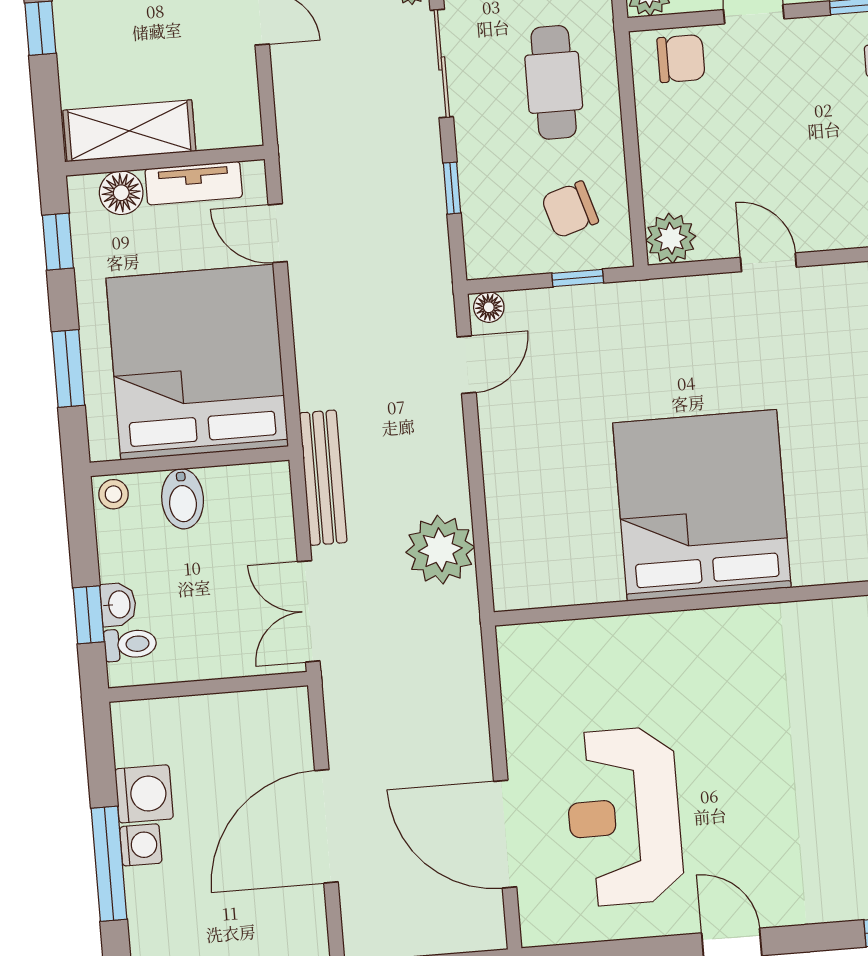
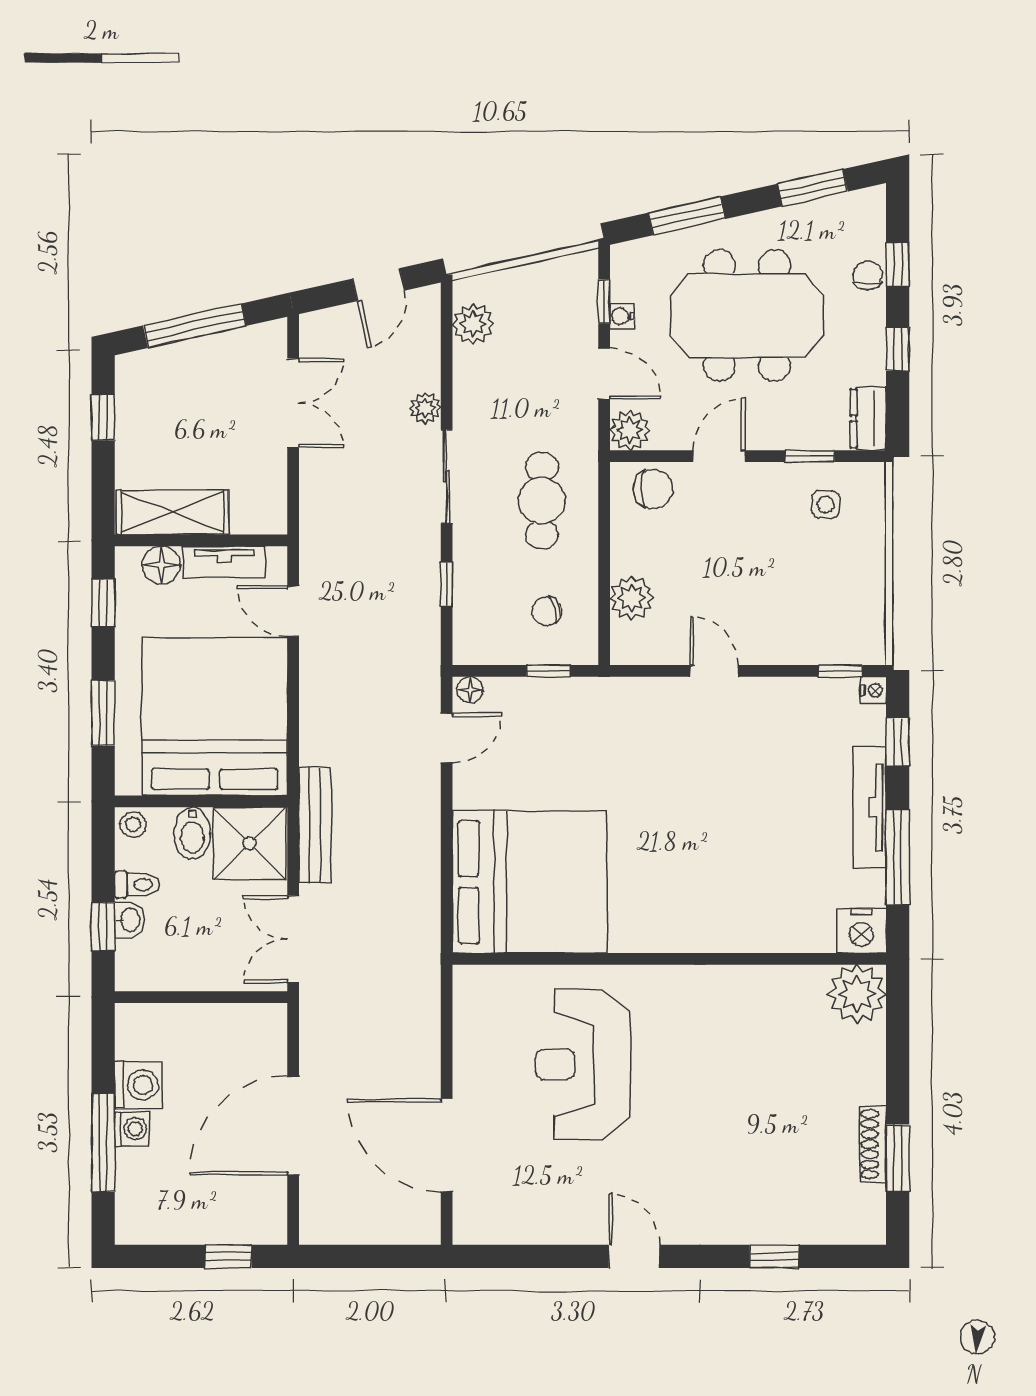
chair: (570, 210) -> (547, 611), width x0.73, depth x0.73
plant: (671, 238) -> (632, 598), moved
shower: (249, 505) -> (250, 843), added
bed: (702, 505) -> (530, 882), moved, turned 90
plant: (440, 550) -> (411, 895), removed
toilet: (130, 644) -> (137, 885), moved
reception desk: (624, 817) -> (583, 1064), moved

